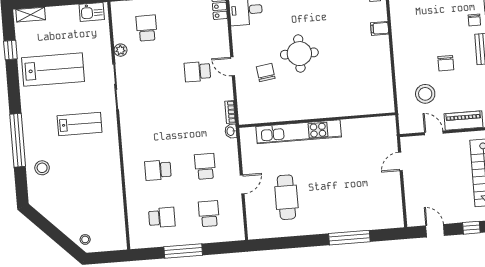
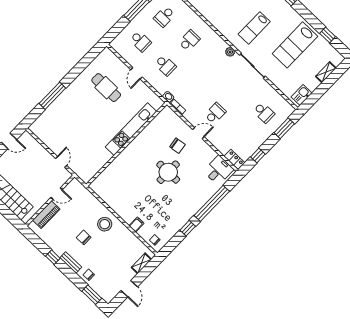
shelving: (31, 15) -> (326, 72), moved
plant: (121, 50) -> (230, 52), moved
stool: (425, 94) -> (105, 224), moved

